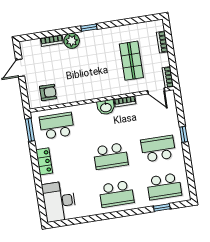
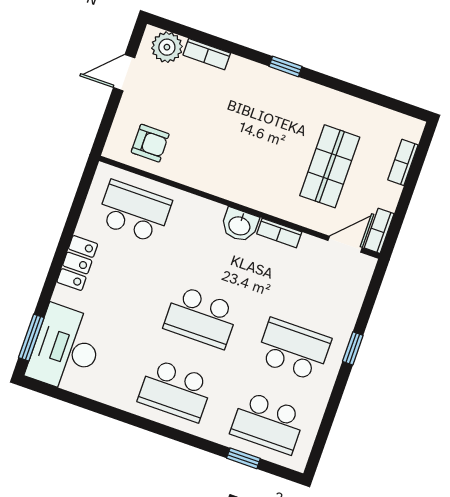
plant: (72, 41) -> (167, 47), moved
door: (156, 91) -> (345, 244), swing flipped
window: (30, 130) -> (31, 338), moved

